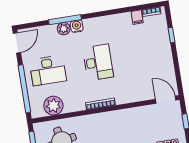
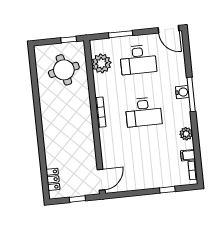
window: (65, 20) -> (191, 94), moved
plant: (64, 29) -> (186, 134), moved
desk: (48, 70) -> (138, 60), turned -90
window: (24, 89) -> (121, 34), width x0.47

